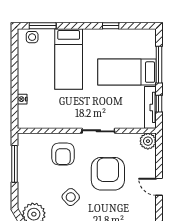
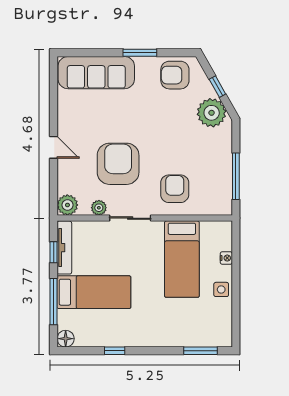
floor lamp: (149, 35) -> (66, 339), added
side table: (32, 37) -> (221, 289), moved
bed: (69, 59) -> (182, 259), moved, turned 180
plant: (123, 139) -> (99, 208), added
armchair: (108, 174) -> (118, 164), turned 180
side table: (71, 197) -> (165, 134), removed

